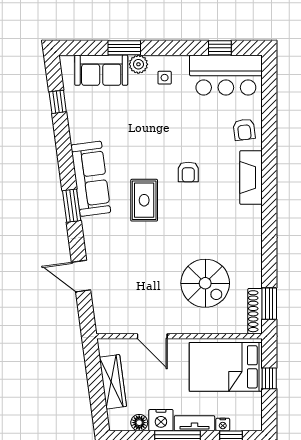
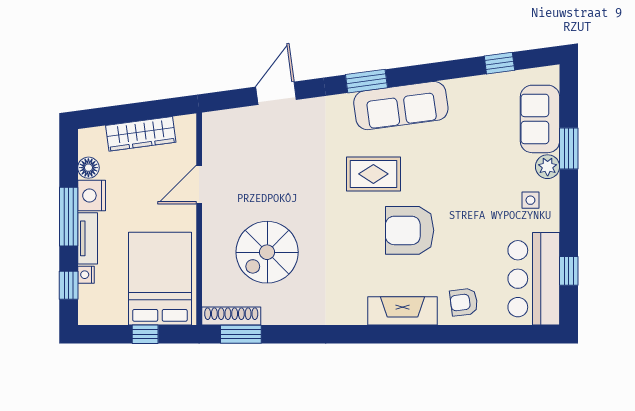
armchair: (188, 172) -> (410, 230), width x1.88, depth x1.88

